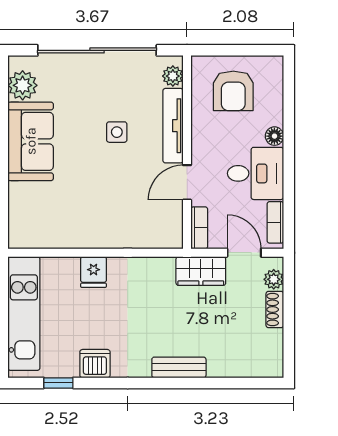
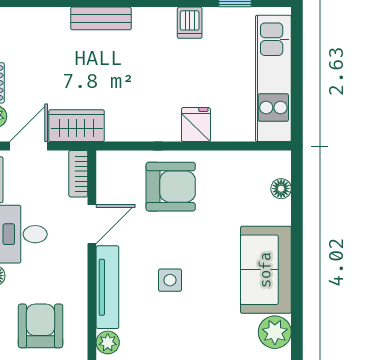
floor lamp: (17, 214) -> (281, 189), added
armchair: (116, 216) -> (171, 187), added
door: (244, 253) -> (28, 146), swing flipped
dishwasher: (95, 364) -> (190, 23), width x0.73

